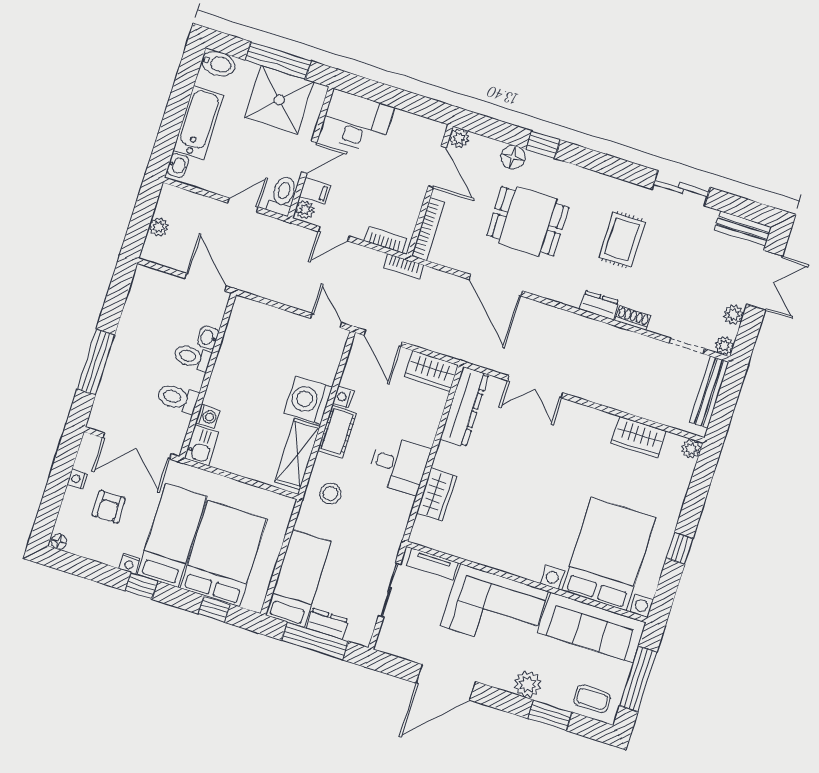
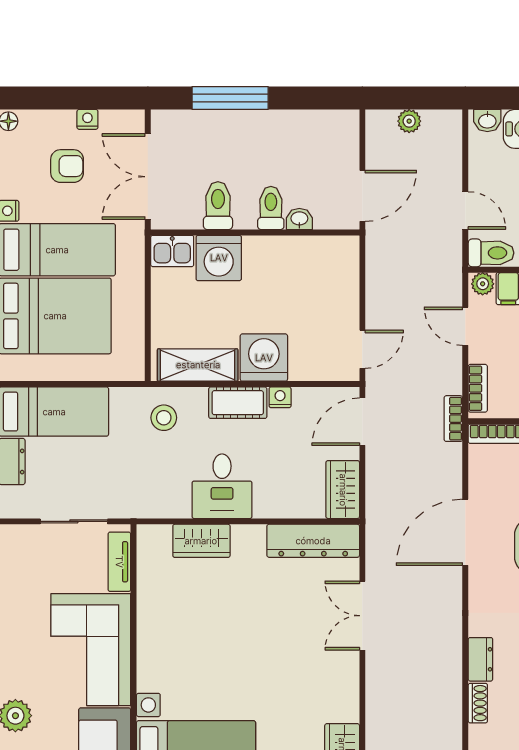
washing machine: (208, 416) -> (219, 258), width x1.89, depth x1.89
armchair: (109, 507) -> (67, 166), turned 180

